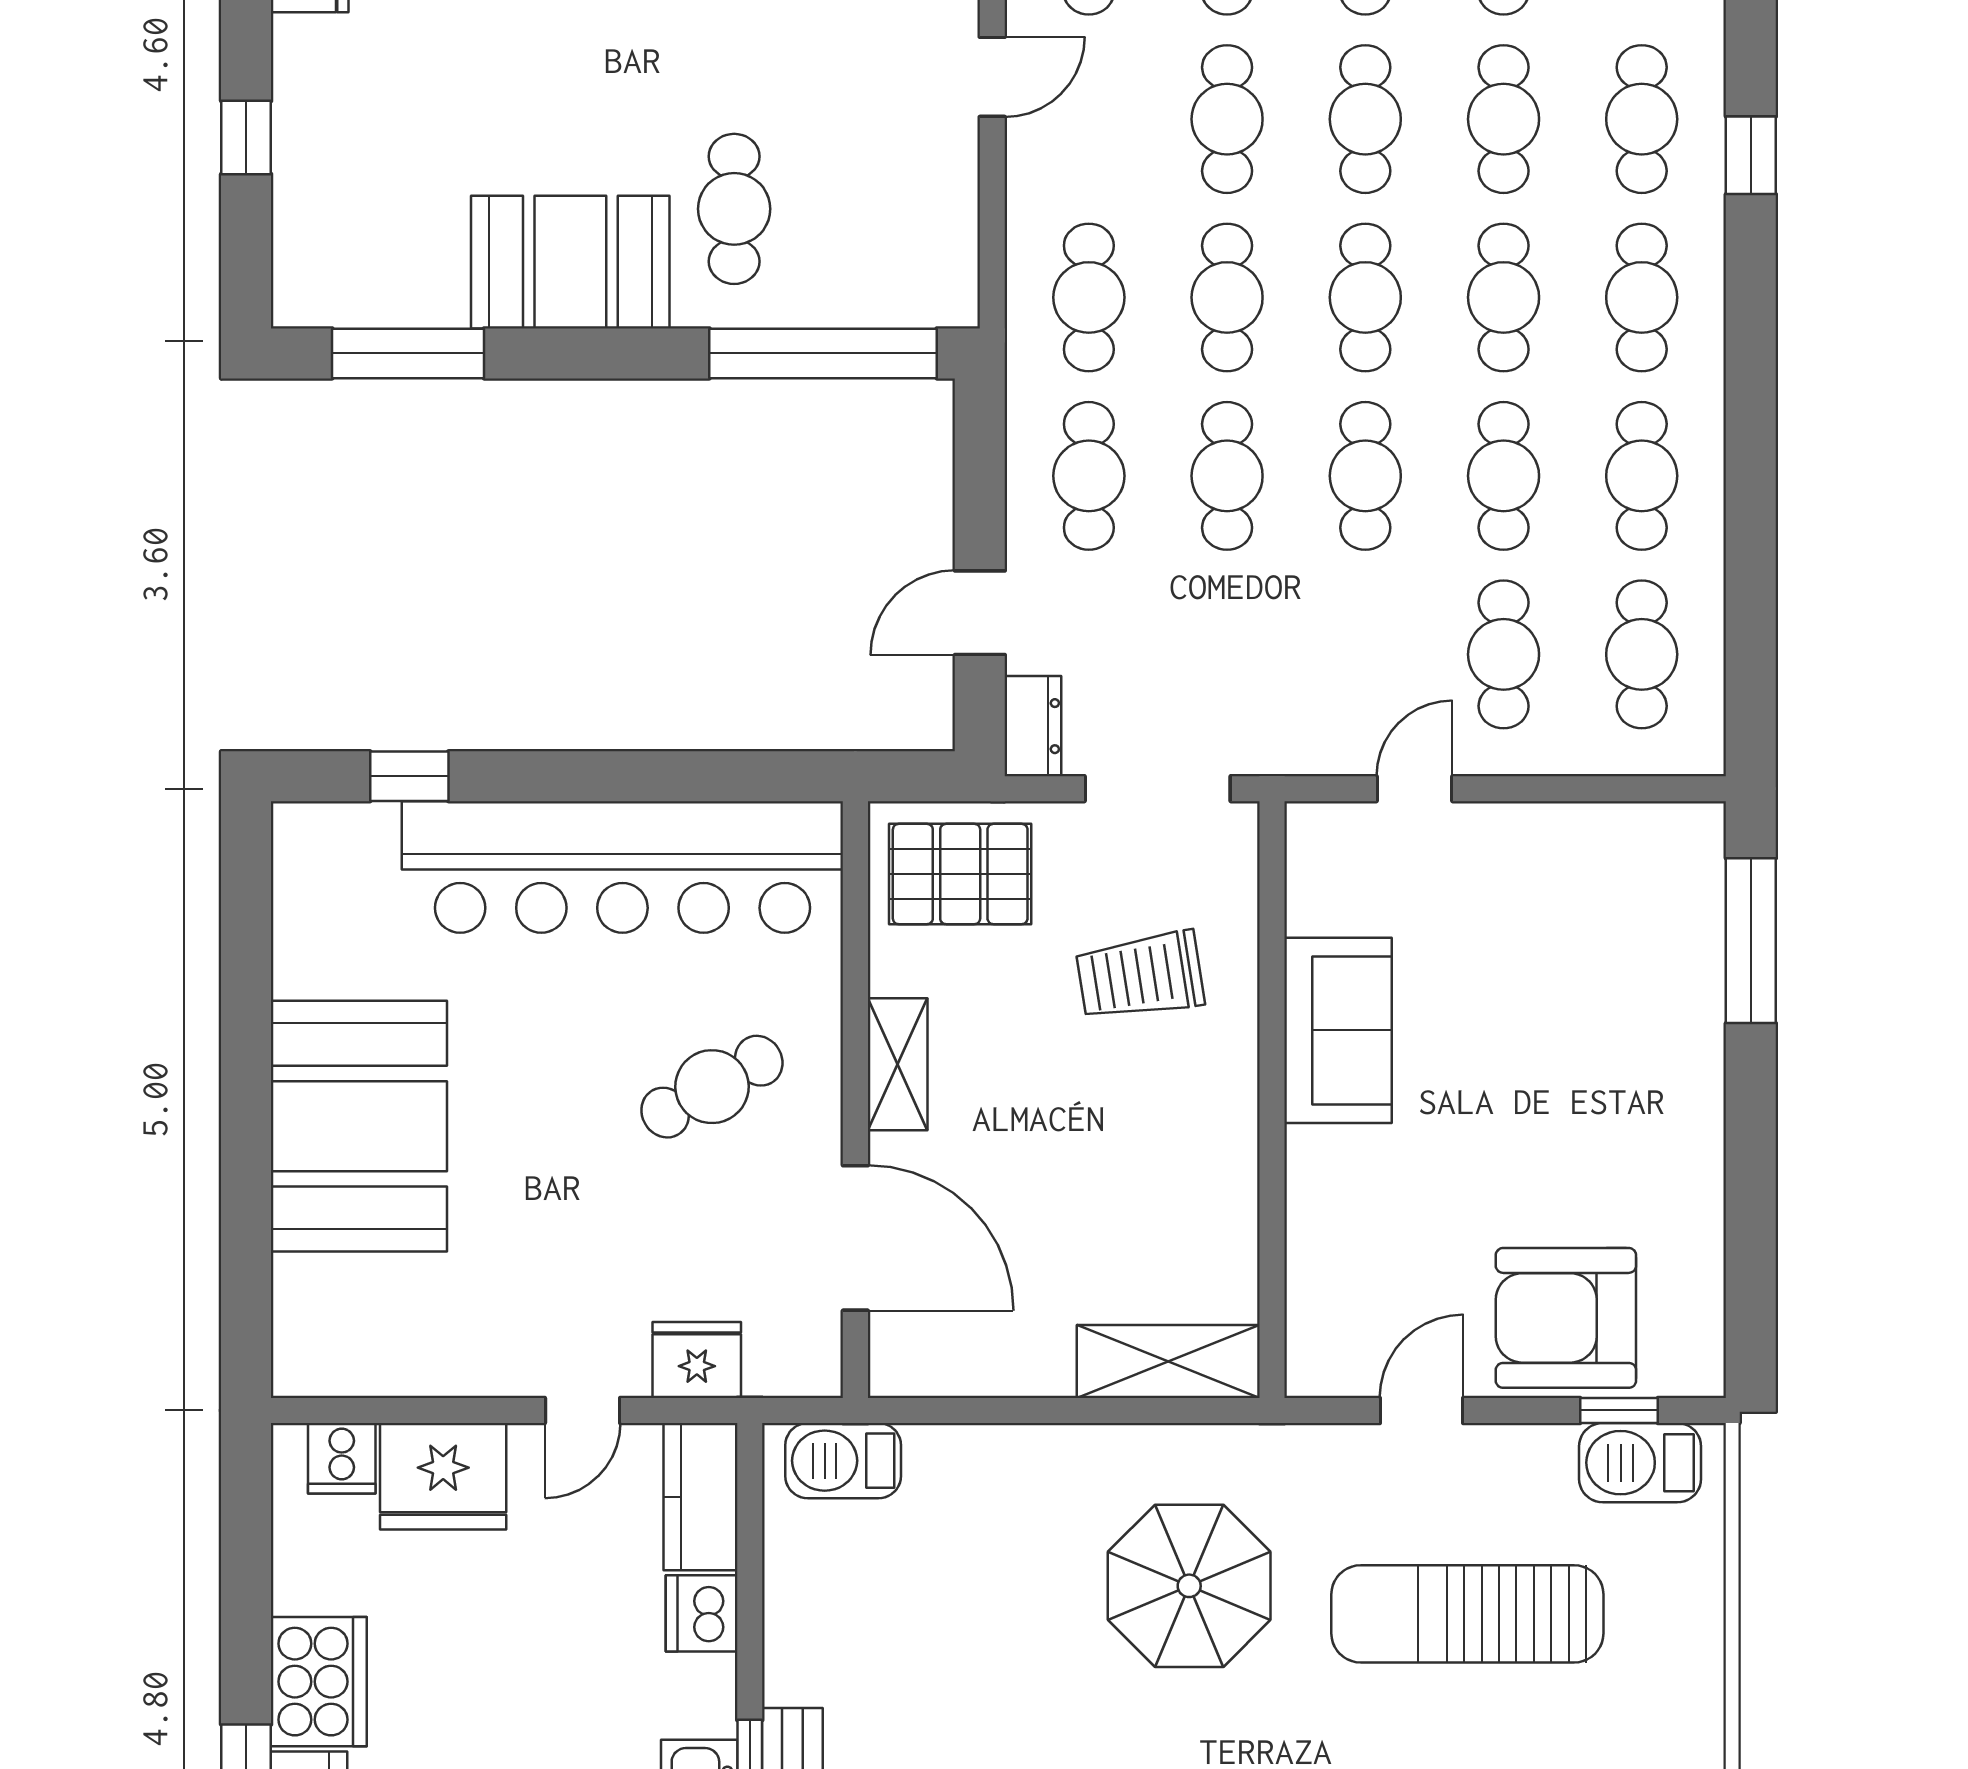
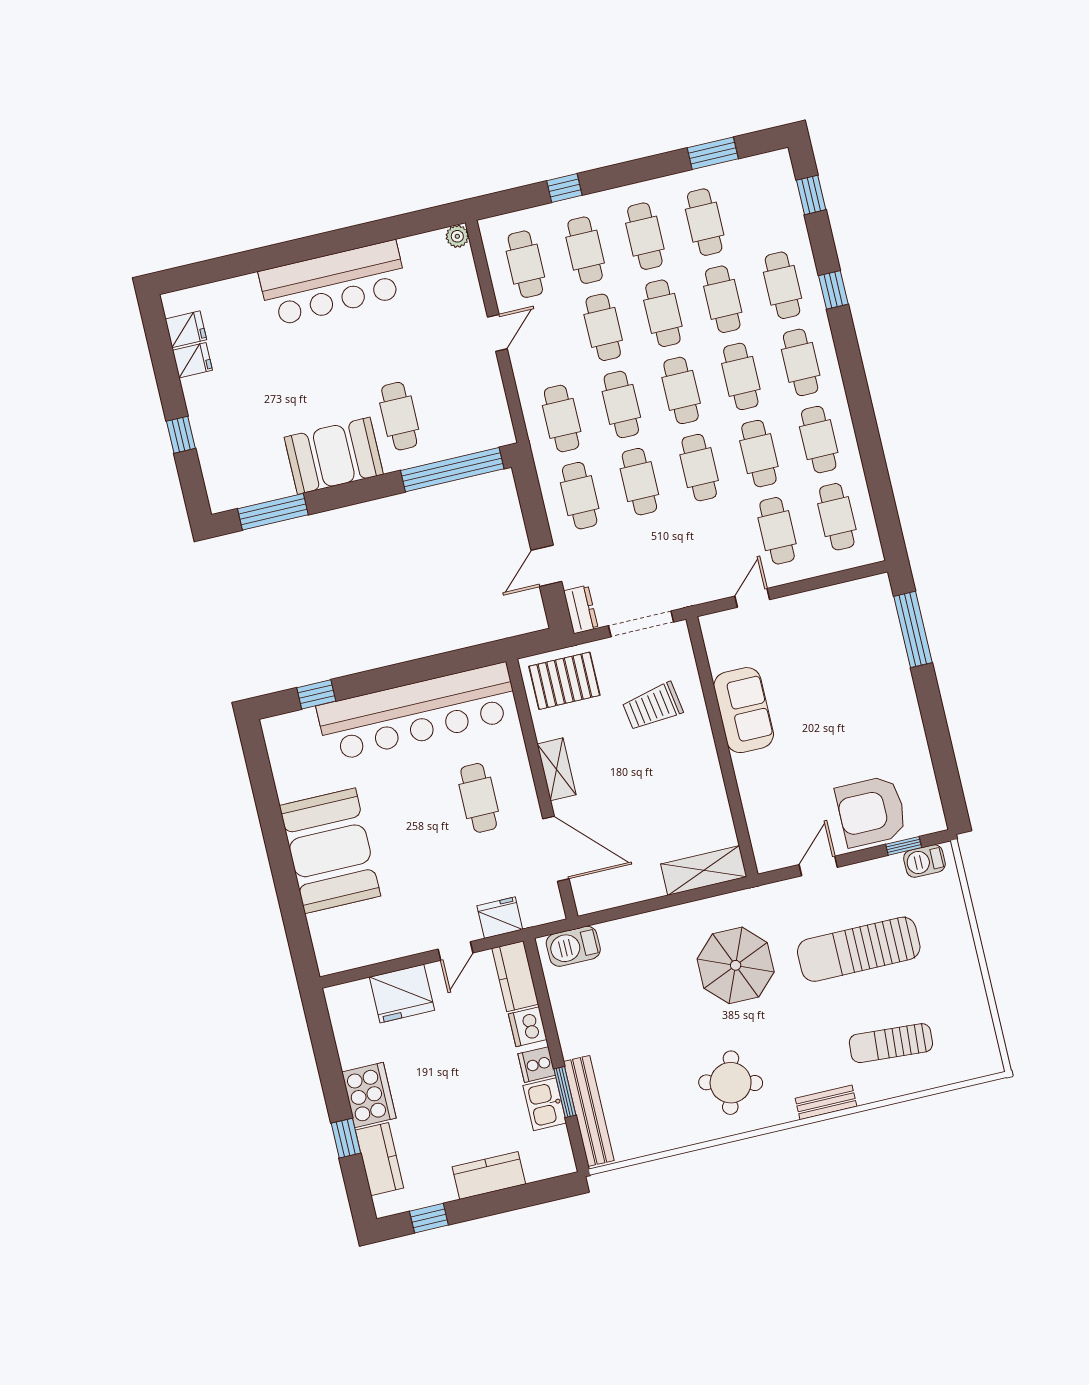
cafe table: (712, 1087) -> (479, 798), turned -61
cooker: (342, 1458) -> (537, 1065), moved, turned 90
barbecue: (1640, 1463) -> (924, 861), width x0.73, depth x0.79

